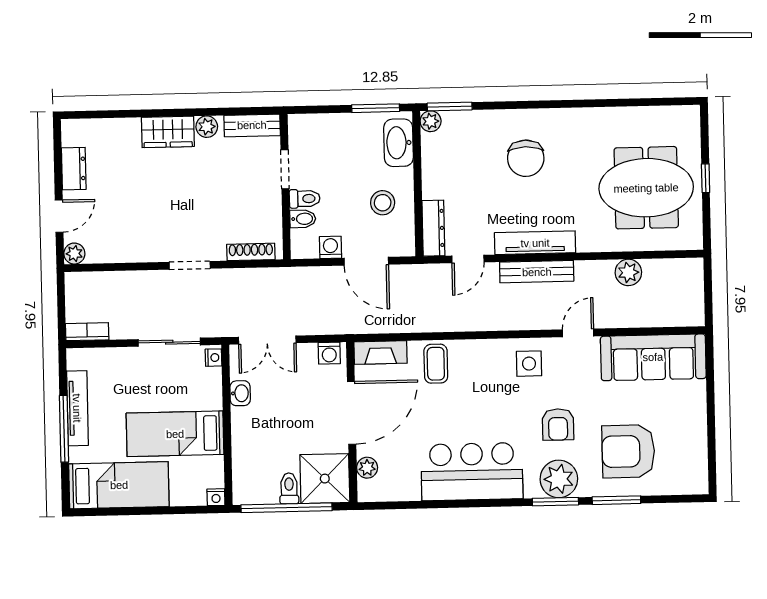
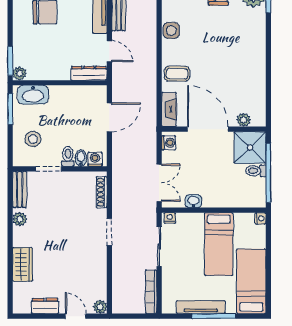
wardrobe: (168, 132) -> (23, 264), moved
stool: (383, 203) -> (33, 139), moved
washing machine: (330, 247) -> (95, 159), moved, turned 90
bookcase: (87, 332) -> (151, 292), width x1.56
side table: (529, 364) -> (171, 30), moved
bar counter: (472, 472) -> (248, 52), removed

